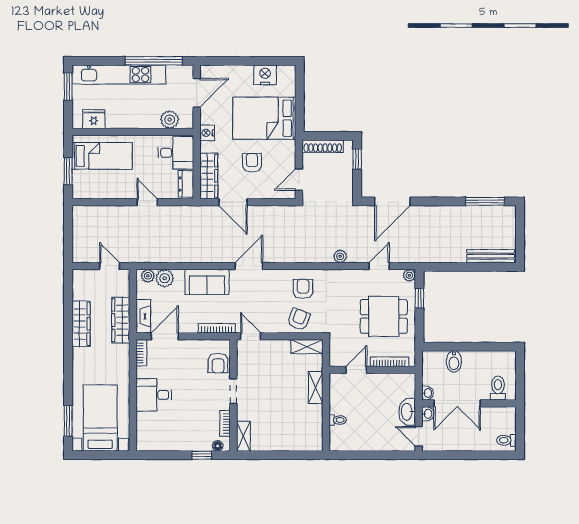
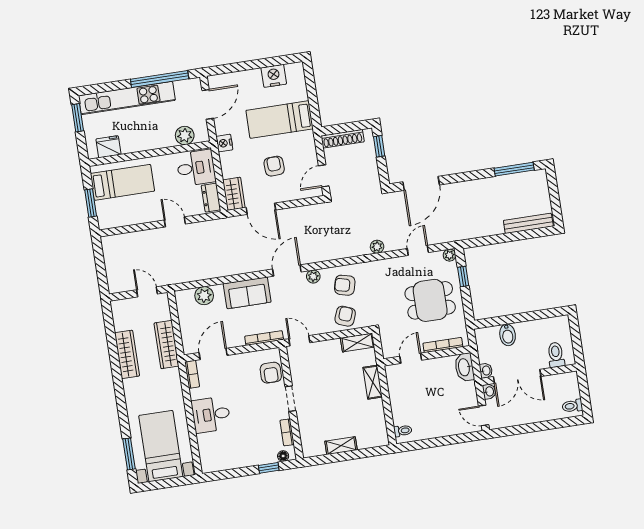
bed: (264, 118) -> (280, 120), width x0.67
wardrobe: (209, 176) -> (234, 194), width x0.67
plant: (148, 276) -> (313, 276), moved
armchair: (303, 289) -> (345, 285), turned -76
fireplace: (143, 316) -> (188, 337), removed
washbasin: (407, 412) -> (464, 367), moved
toilet: (338, 420) -> (403, 431), moved
shelving: (243, 436) -> (341, 446), moved, turned 90

